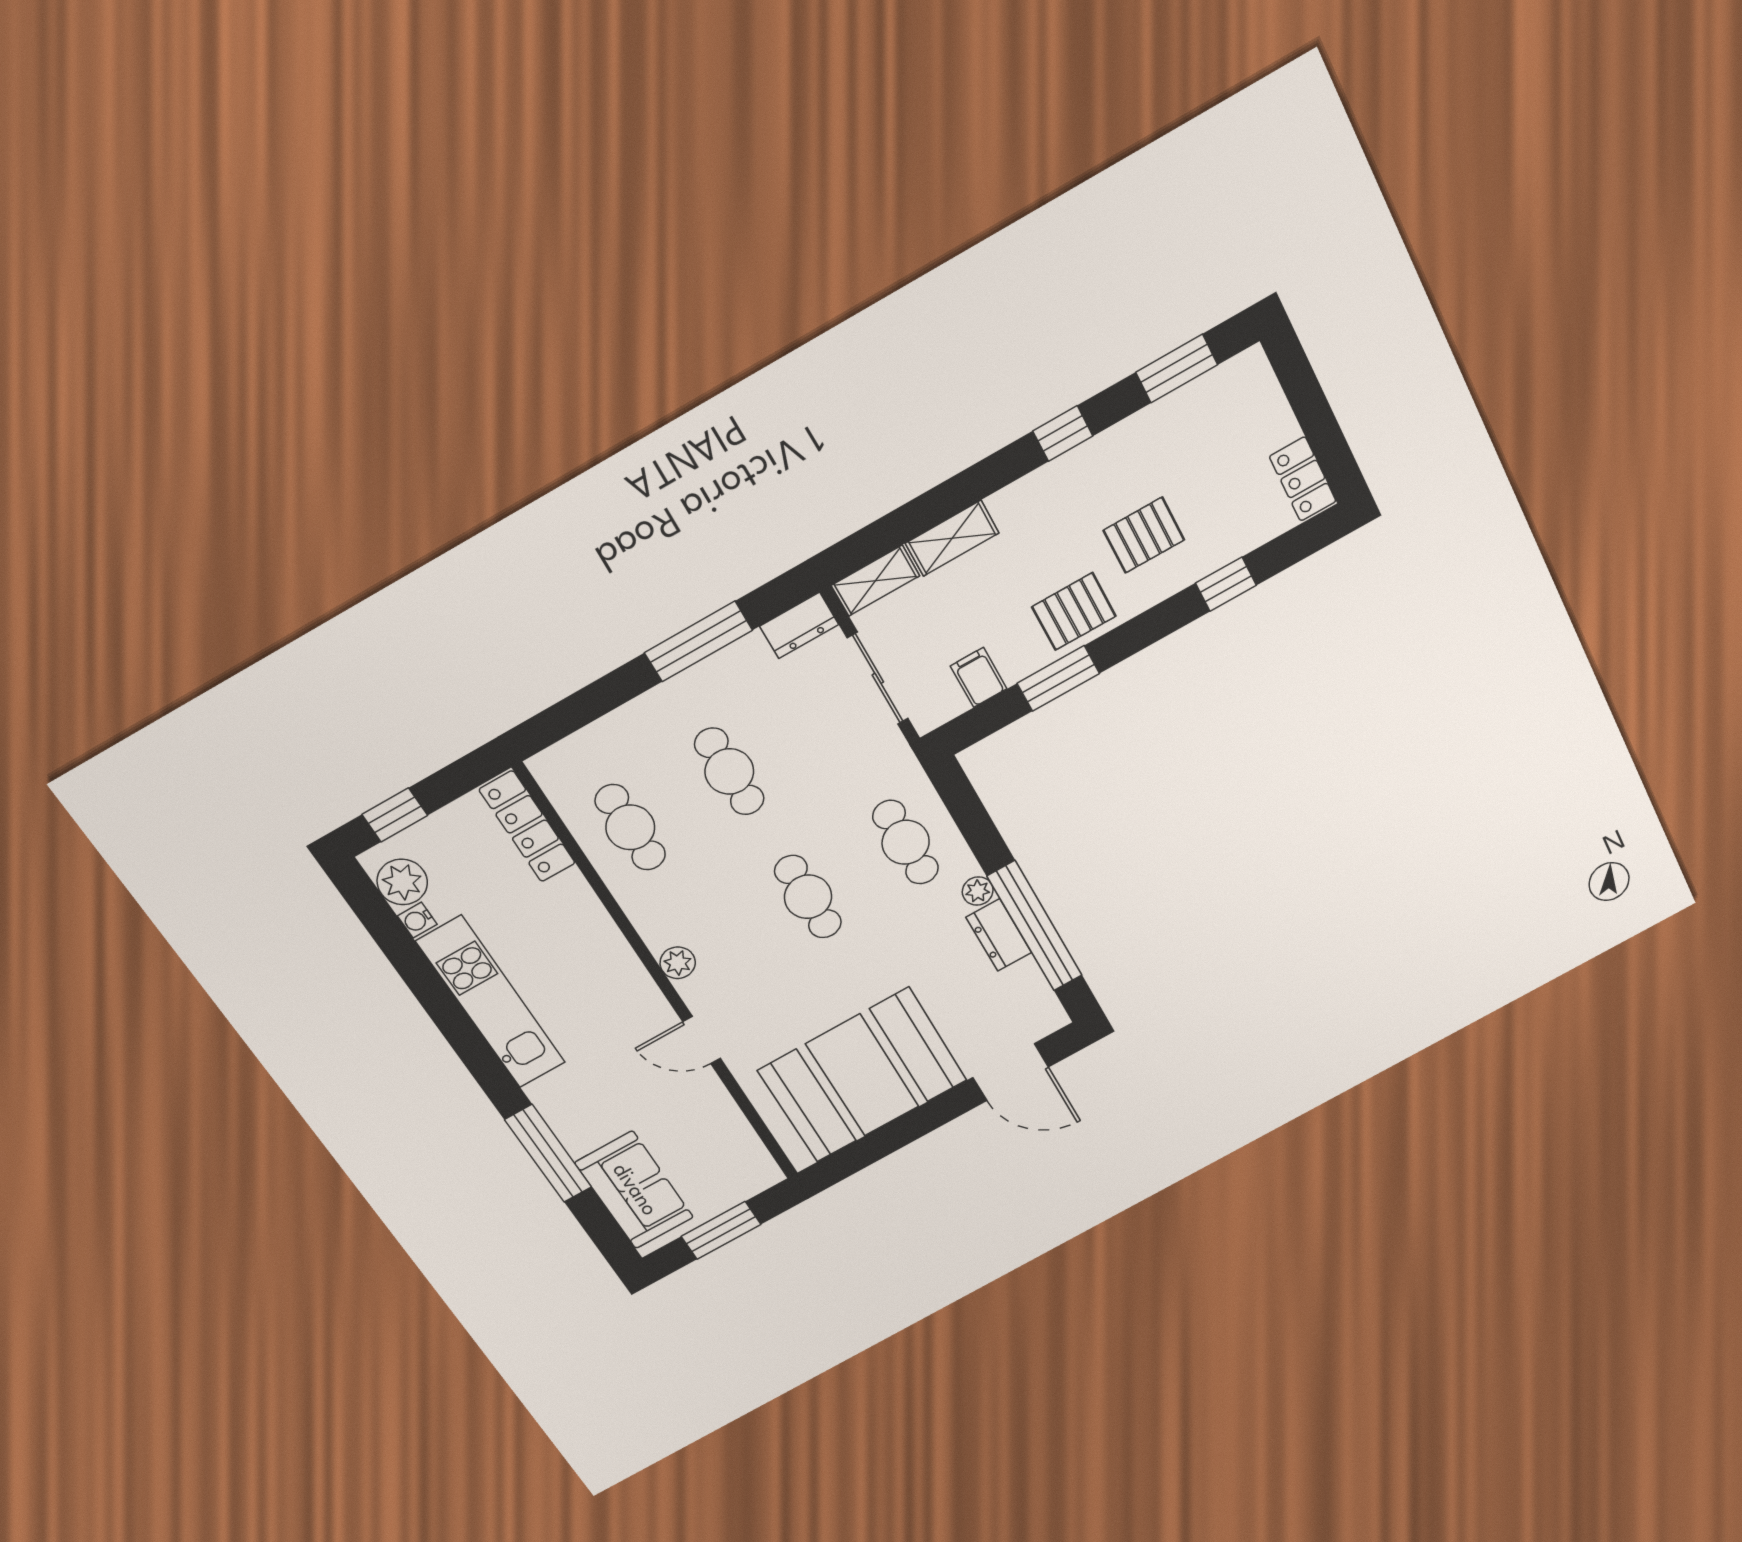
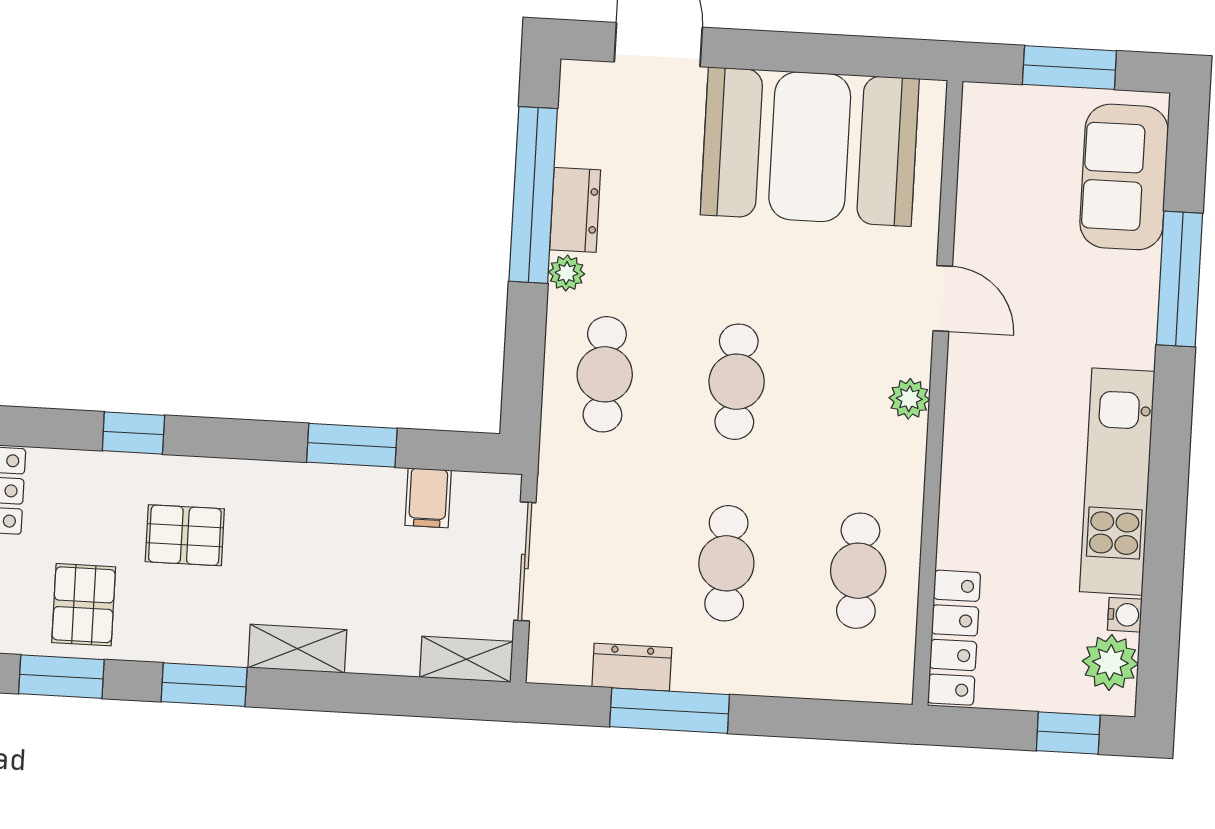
window: (1063, 433) -> (204, 685), width x1.50
shelving: (952, 538) -> (297, 649), moved
pallet: (1074, 612) -> (84, 605), moved, turned 90
dresser: (799, 625) -> (632, 667), moved

